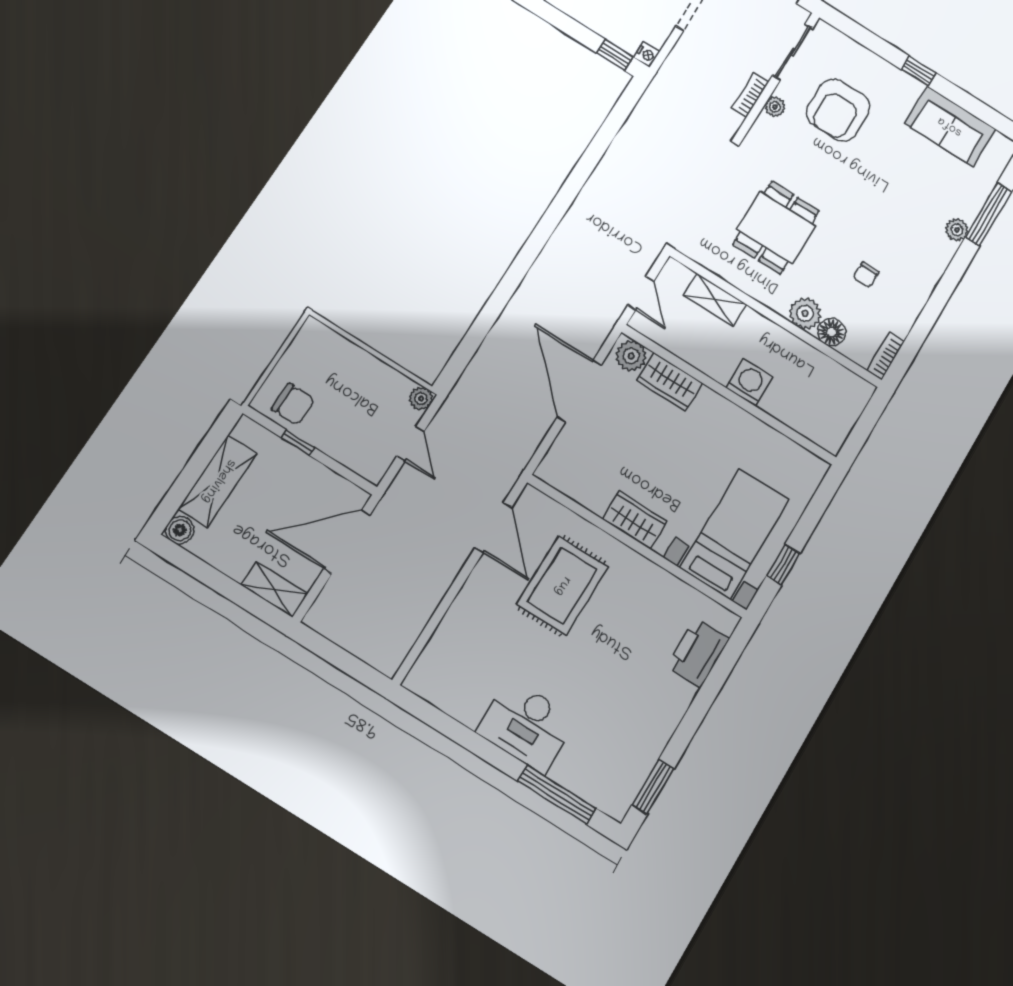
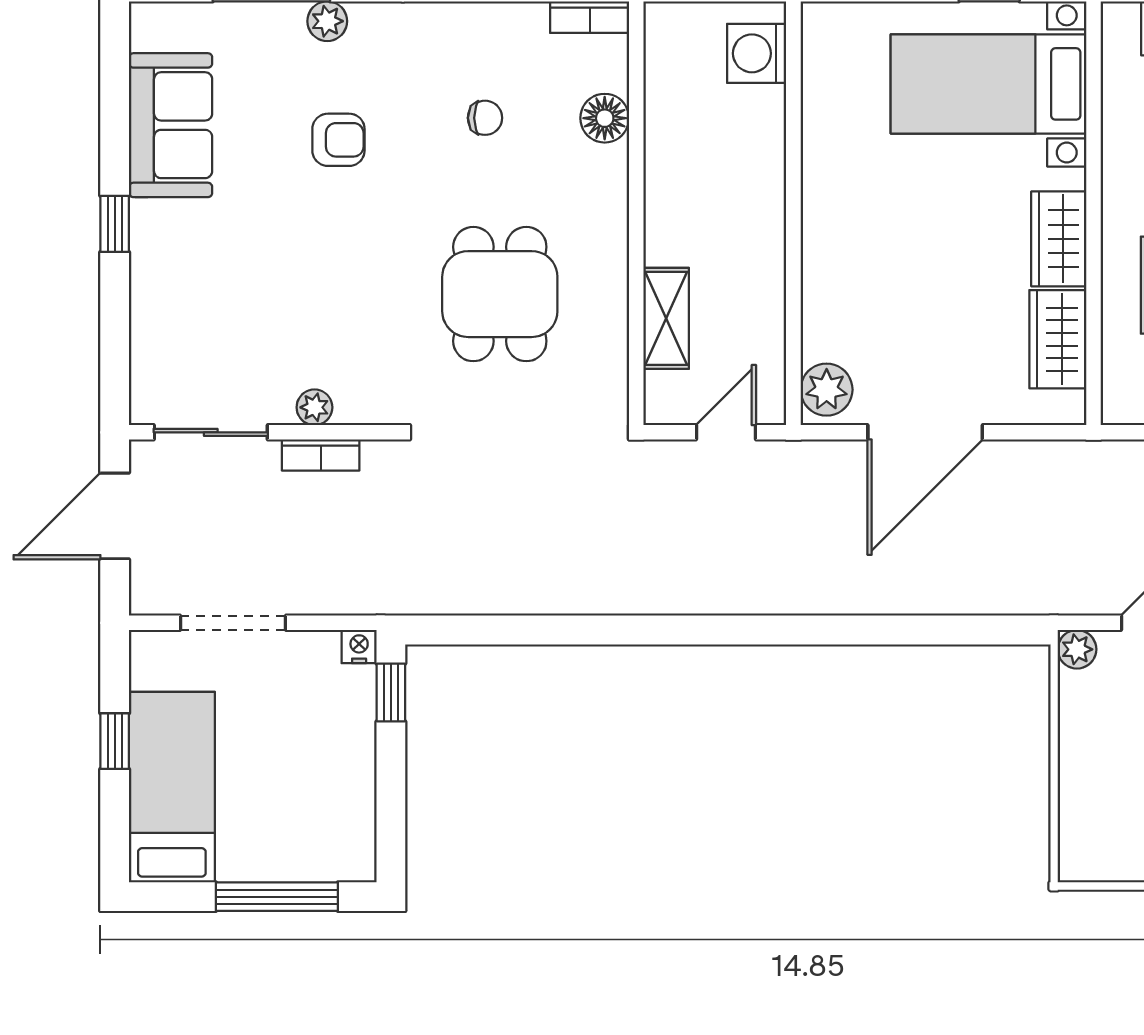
armchair: (838, 110) -> (338, 140), moved, width x0.53, depth x0.53
dining table: (776, 228) -> (500, 294), turned 90
plant: (805, 313) -> (602, 174), removed
wardrobe: (670, 382) -> (1058, 339), moved, turned 180
washing machine: (749, 382) -> (757, 53), moved

